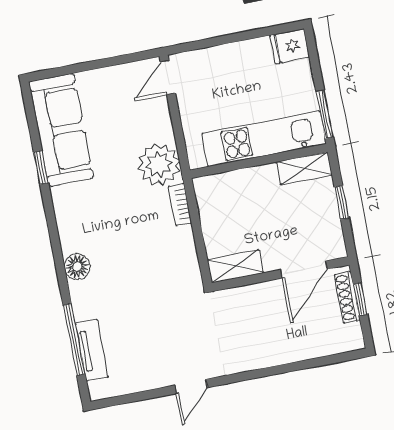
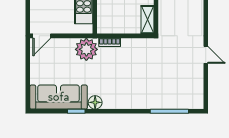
door: (168, 77) -> (42, 36), hinge flipped
floor lamp: (77, 267) -> (95, 102), moved
tv unit: (92, 350) -> (177, 103), removed

